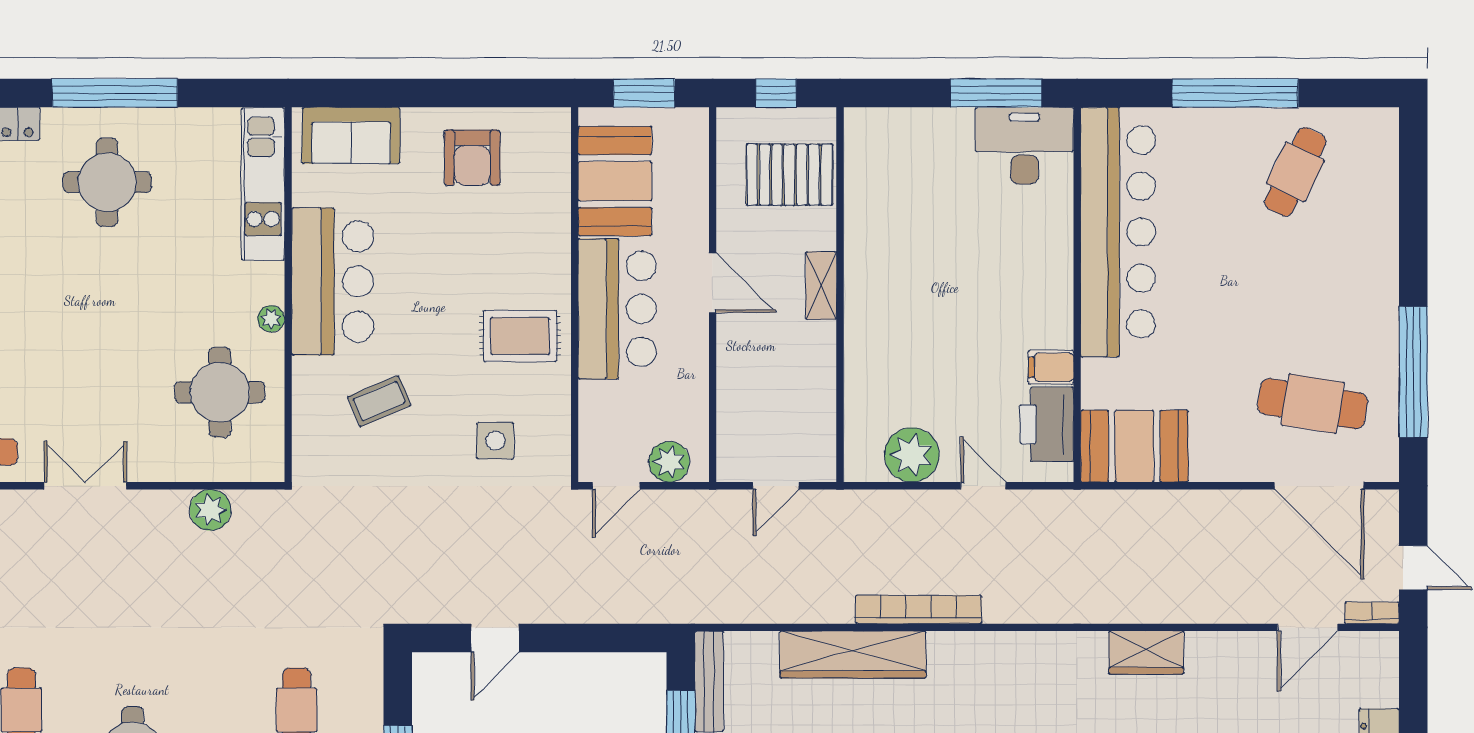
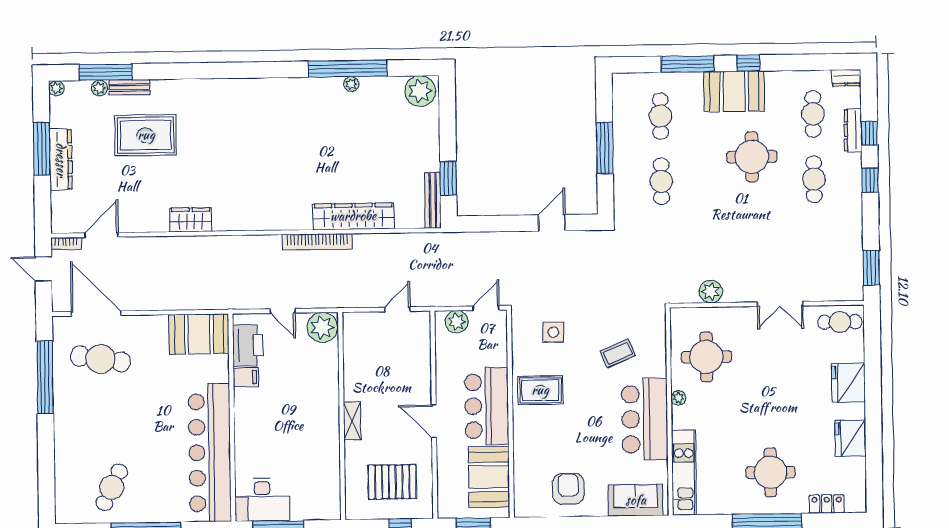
shelving: (821, 286) -> (352, 421), moved
wall: (840, 295) -> (342, 416), moved

